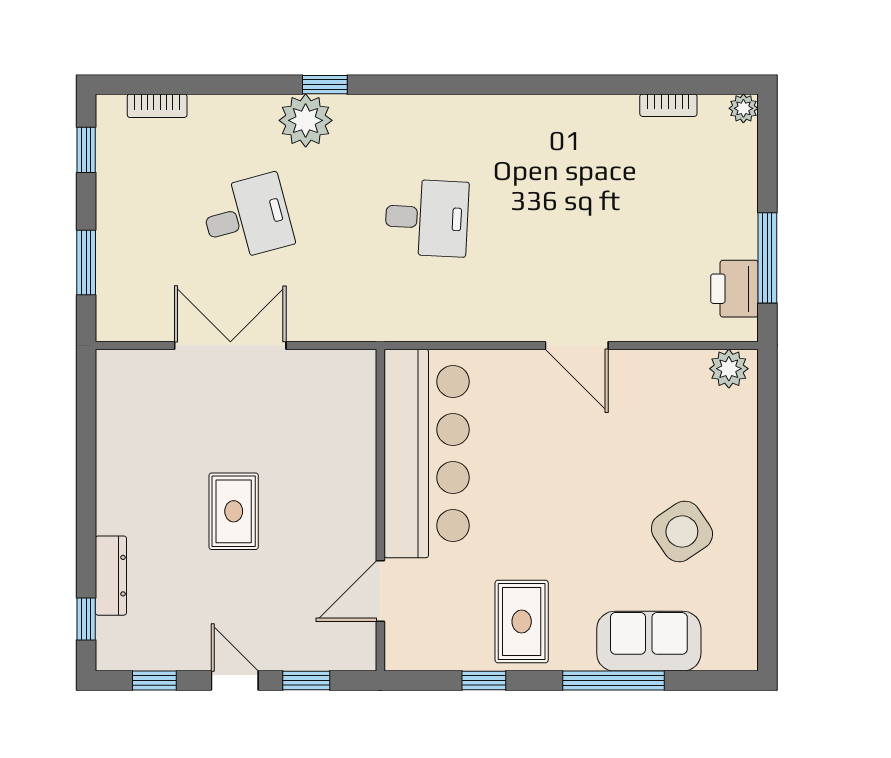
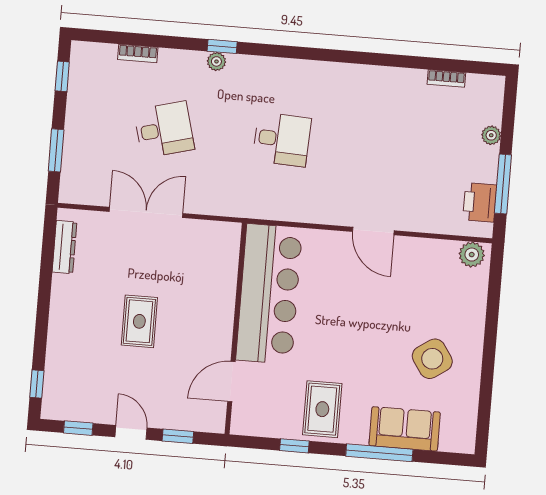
bookcase: (157, 106) -> (138, 53), moved
plant: (743, 108) -> (491, 135), moved
plant: (306, 120) -> (216, 61), width x0.53, depth x0.53
dresser: (111, 576) -> (64, 247), moved

